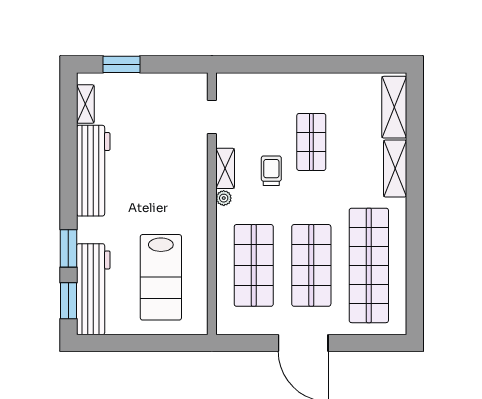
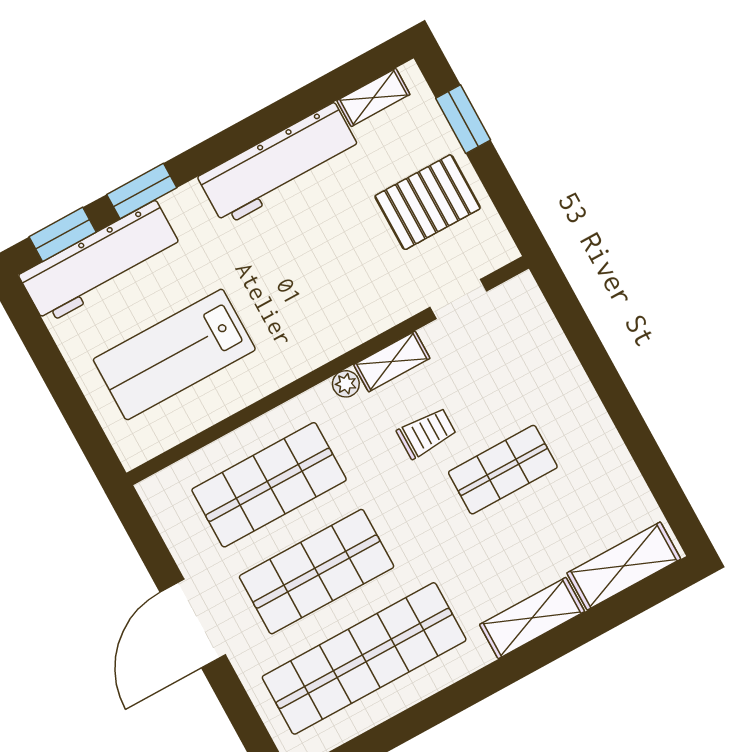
pallet: (154, 106) -> (428, 202), added

